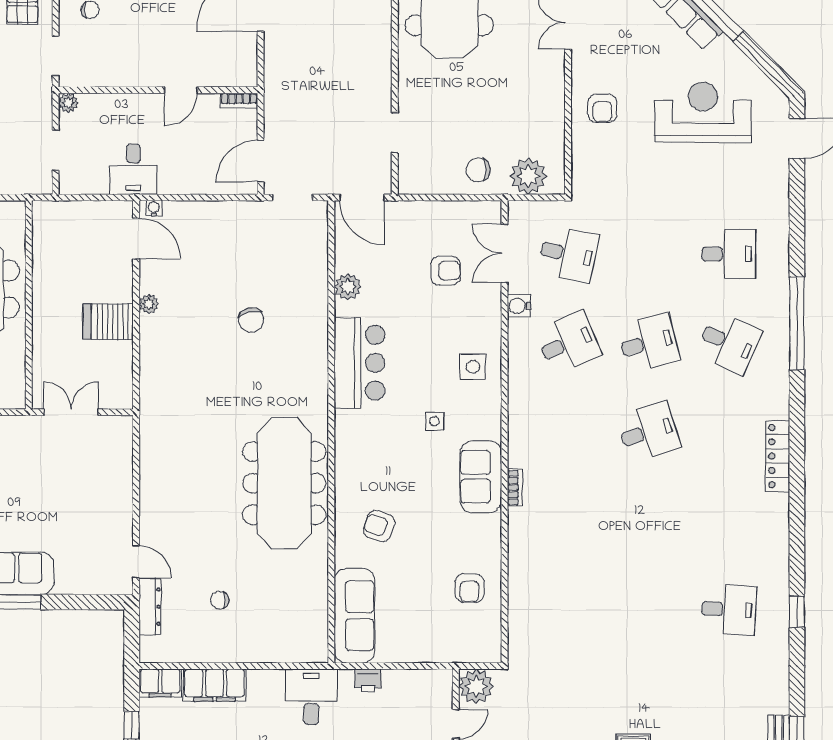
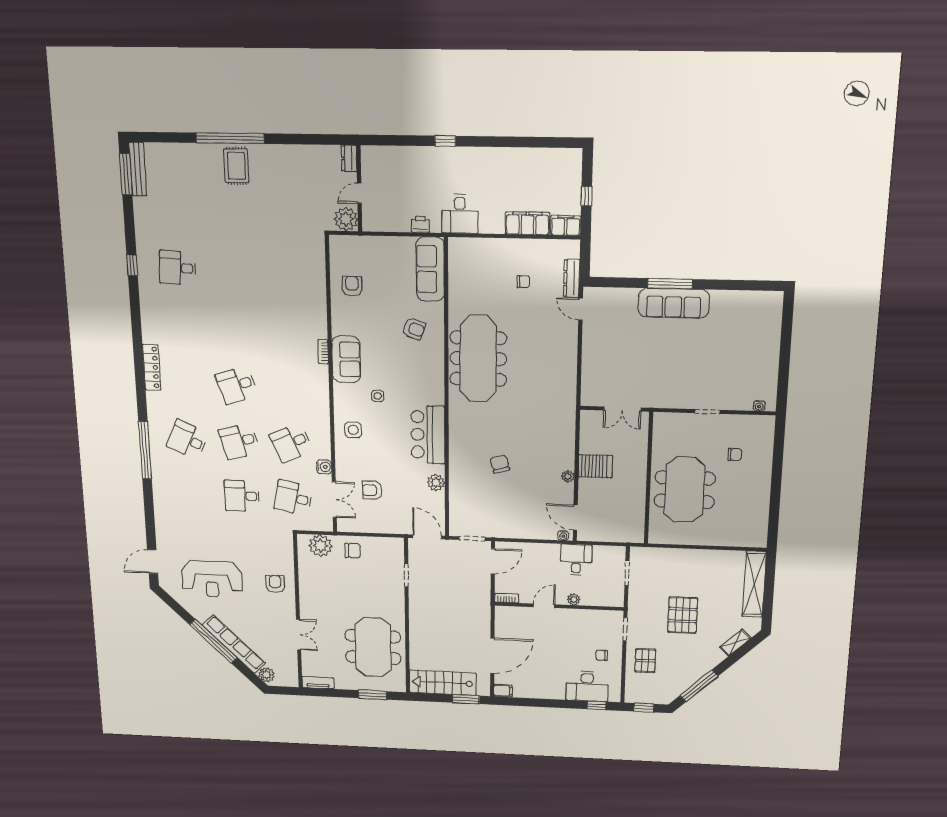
plant: (68, 103) -> (574, 599), moved
desk: (729, 254) -> (242, 496), moved

